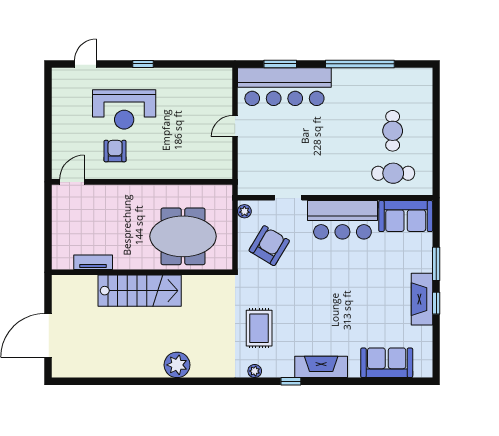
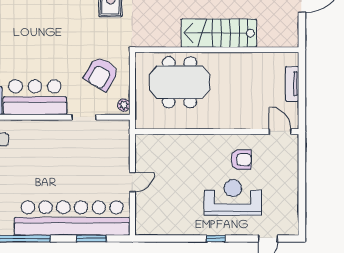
bar counter: (284, 87) -> (72, 218), width x1.36
armchair: (115, 151) -> (241, 160), turned -90
door: (72, 182) -> (280, 132), swing flipped
tv unit: (93, 262) -> (292, 84), moved, turned 90

